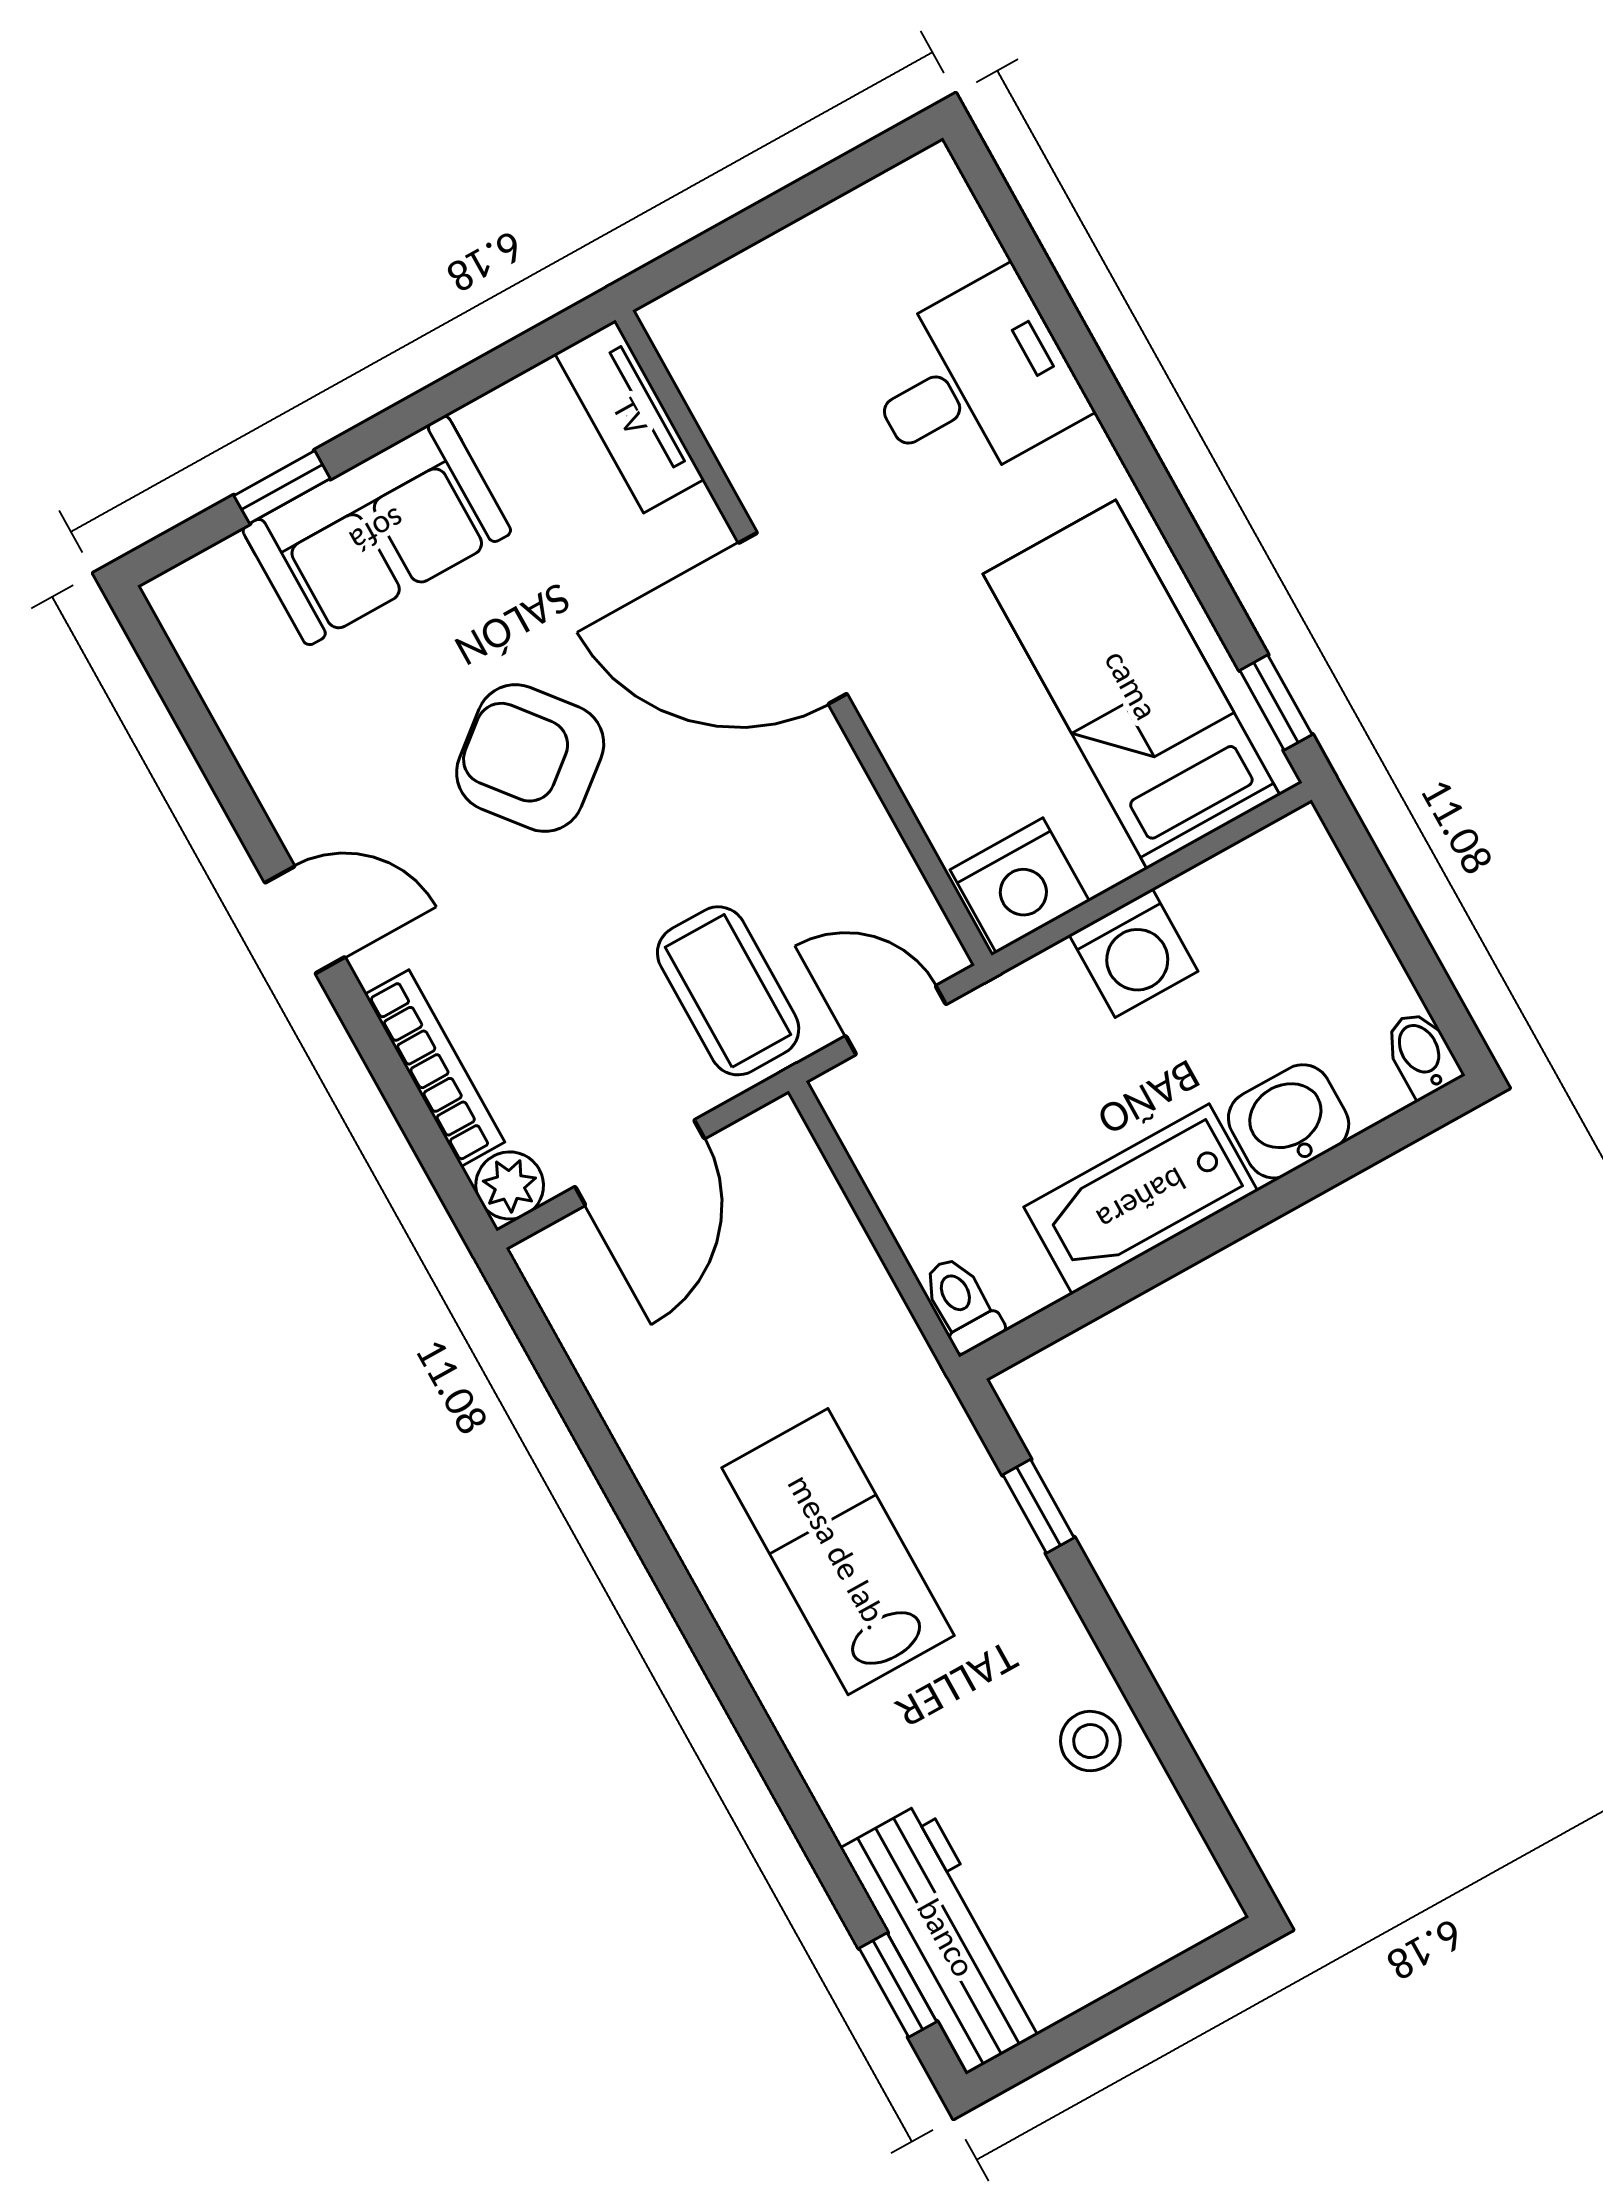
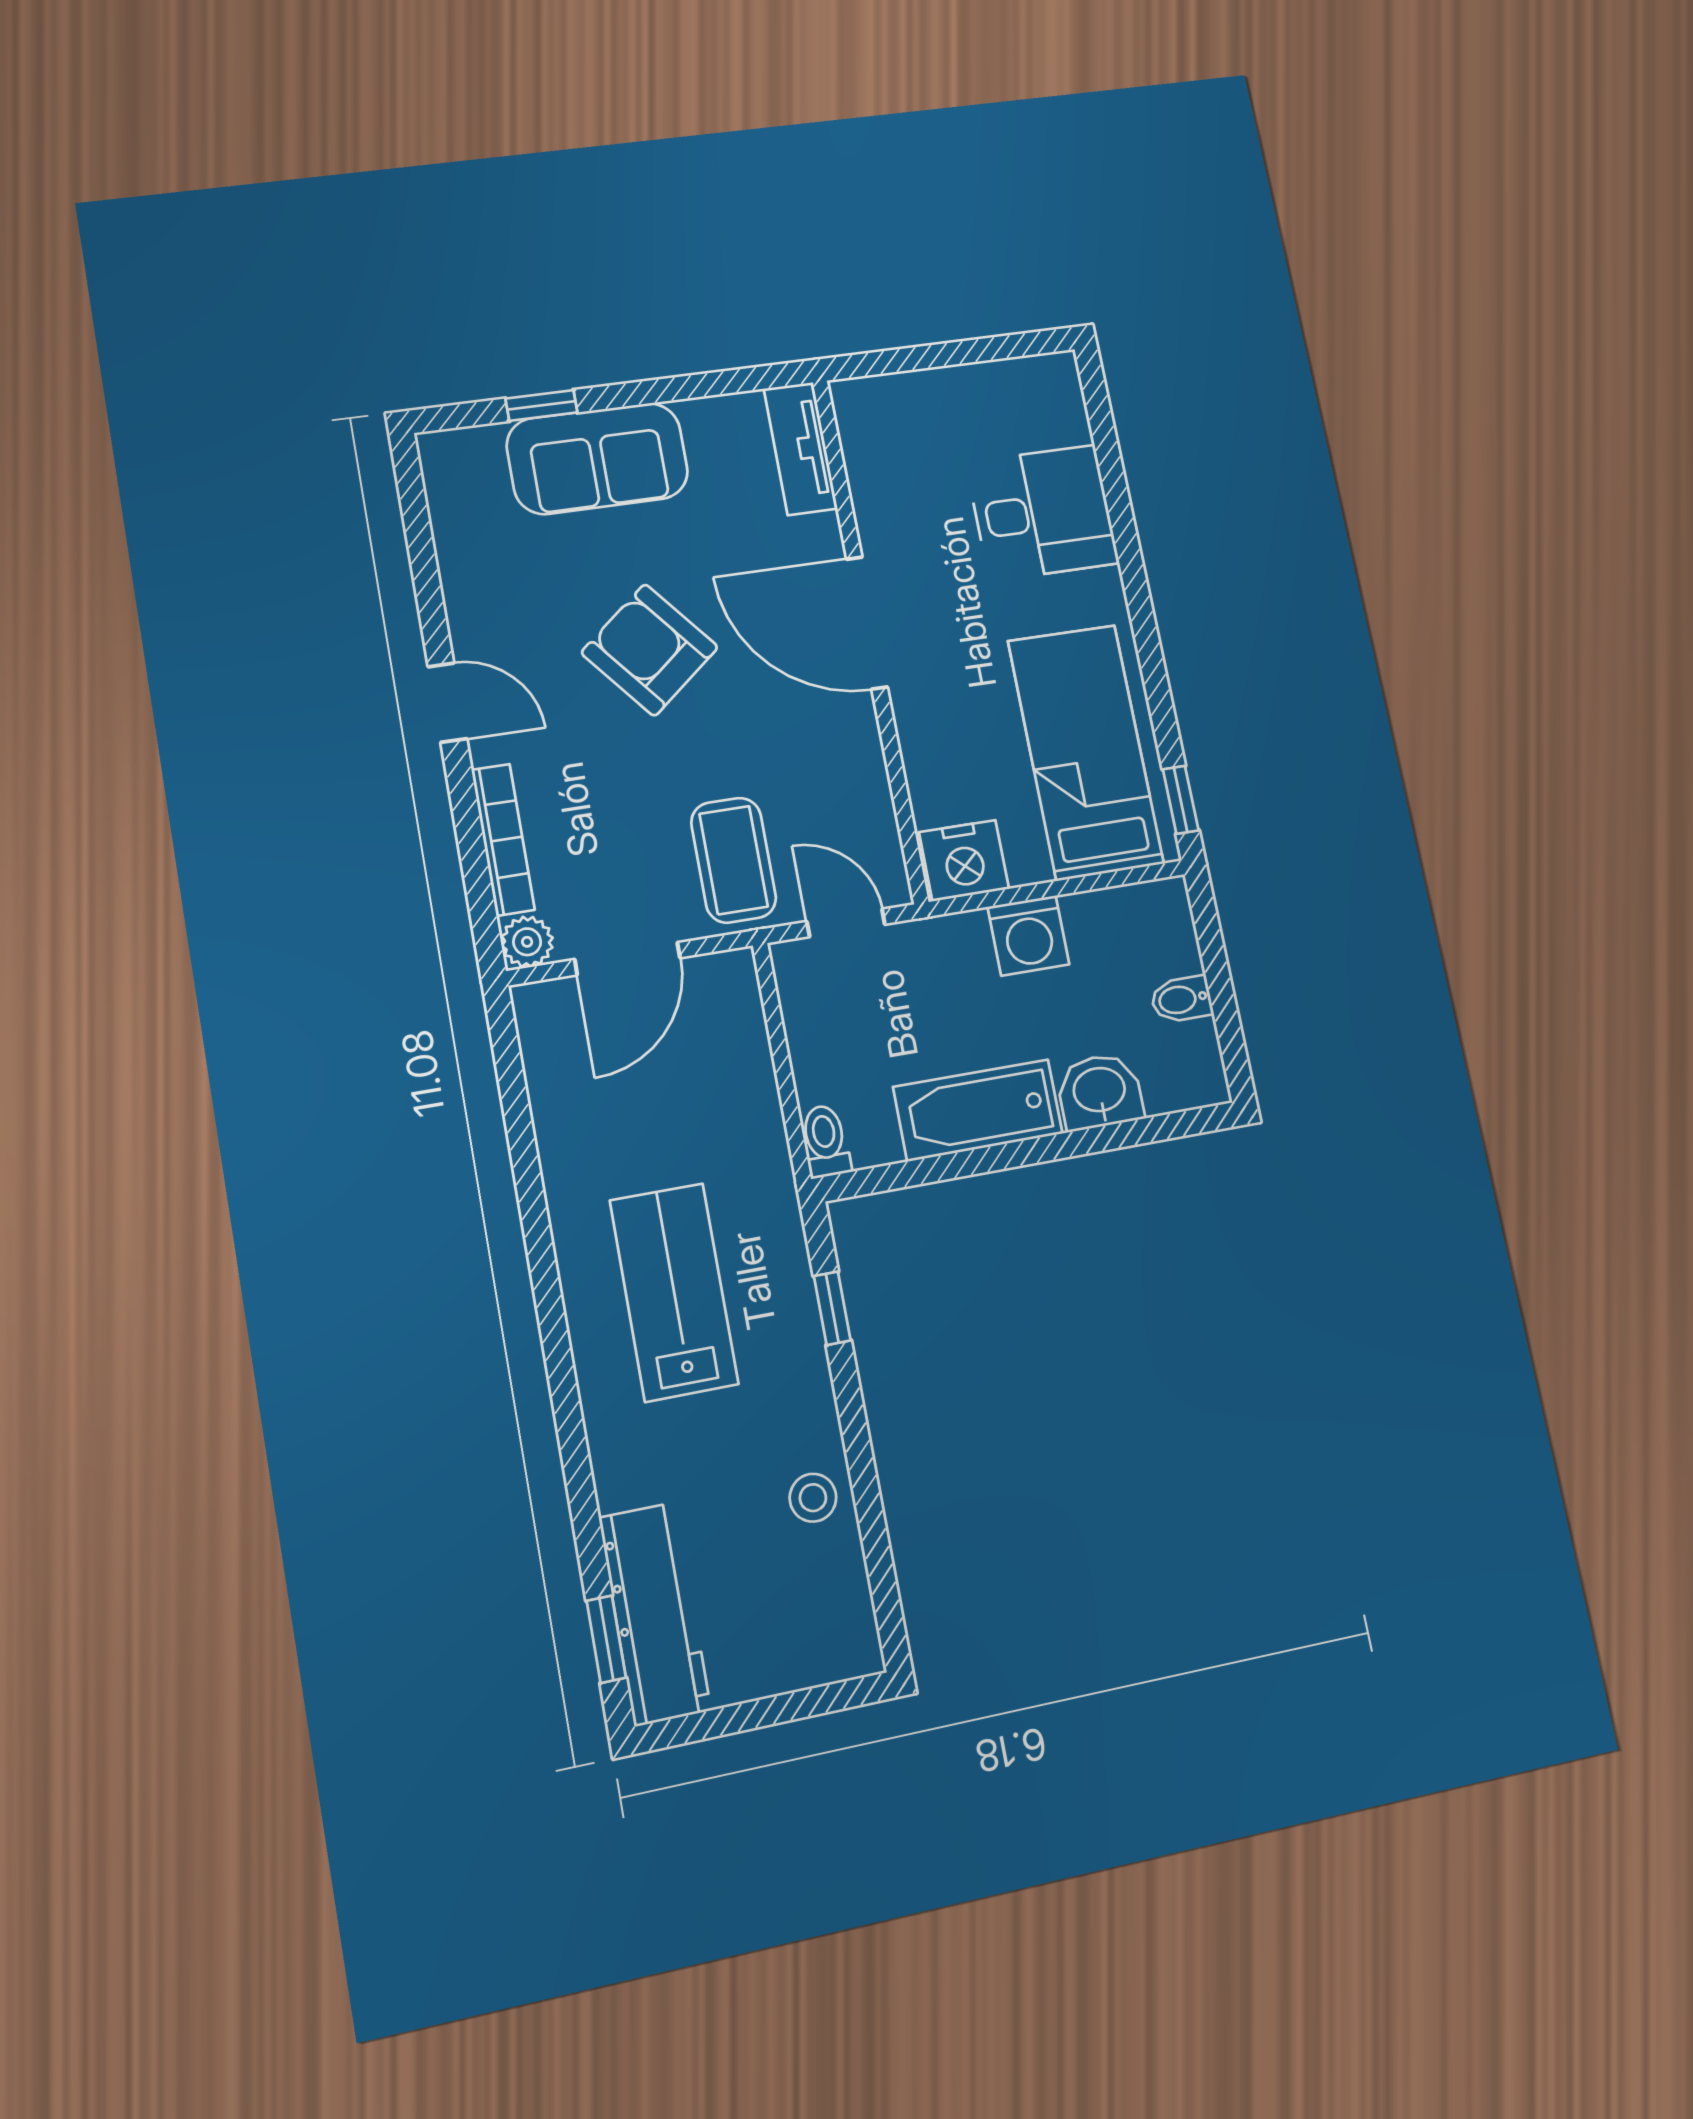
bidet: (1422, 1054) -> (1181, 999), moved, turned -90

